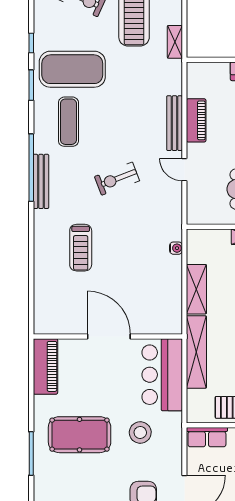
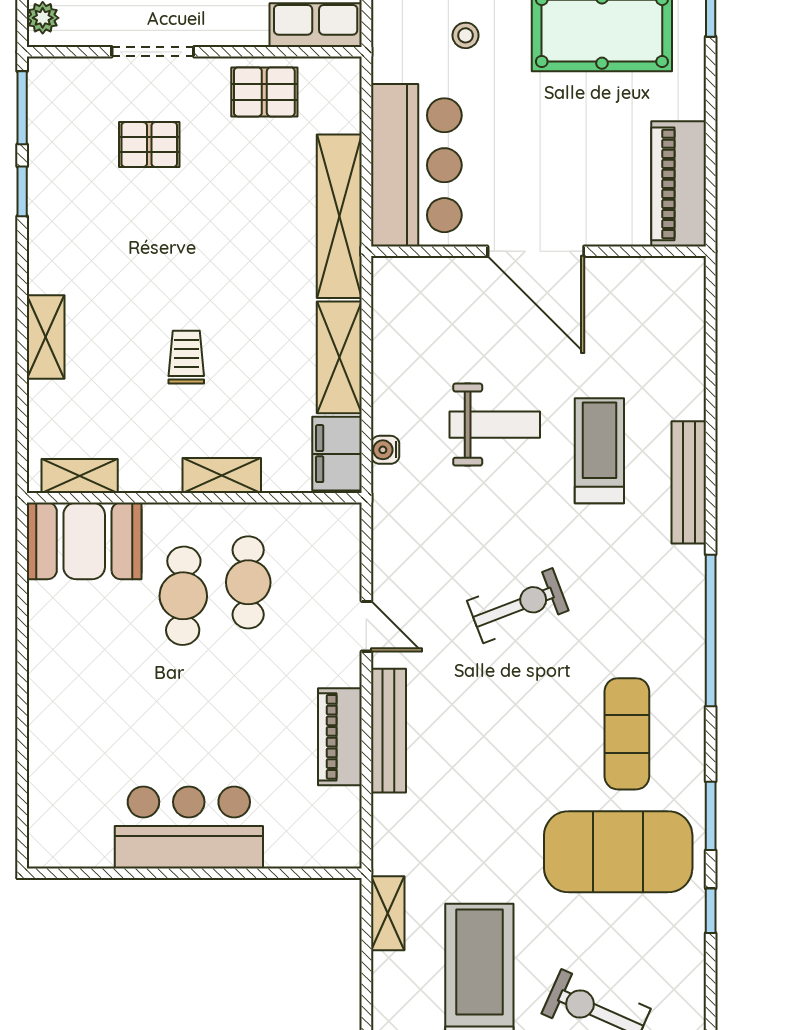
bench: (41, 181) -> (689, 482), moved
filing cabinet: (197, 246) -> (337, 454), added
weight bench: (127, 259) -> (495, 425), added
stool: (140, 432) -> (466, 35), width x0.53, depth x0.53

